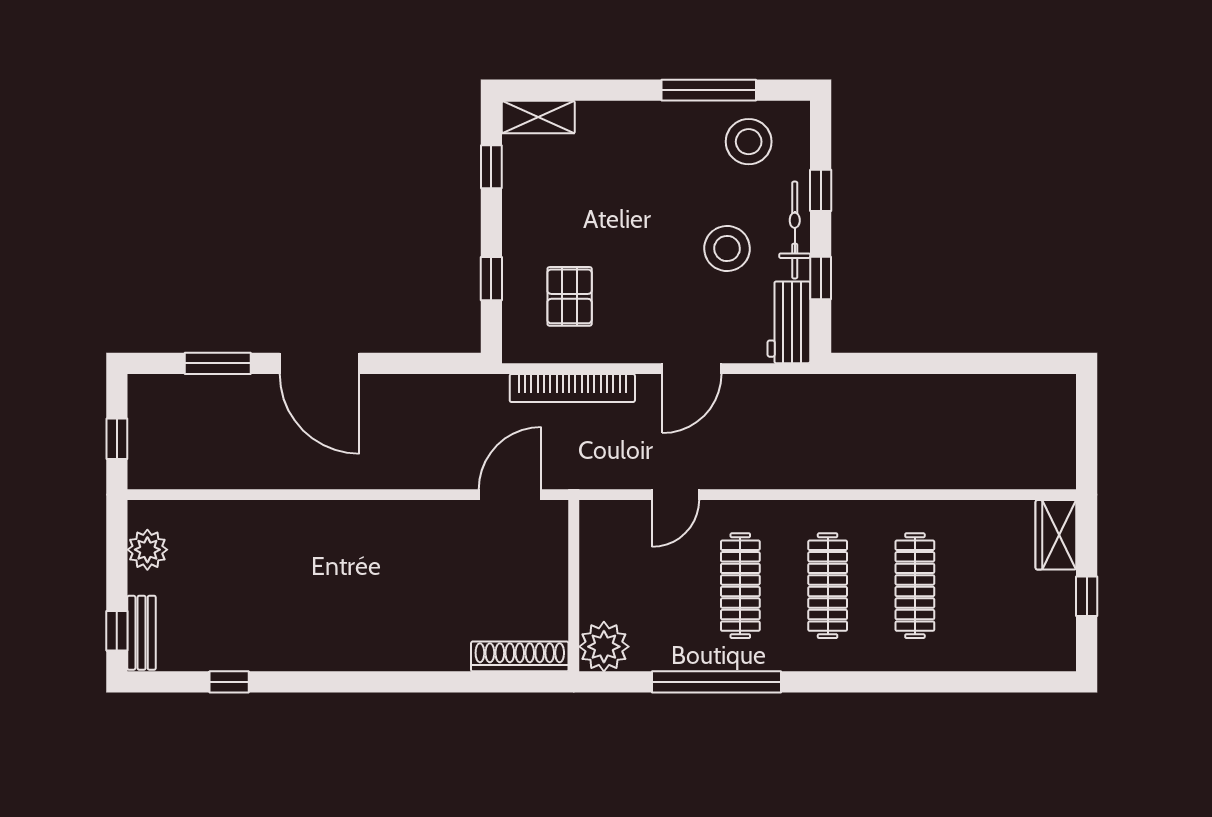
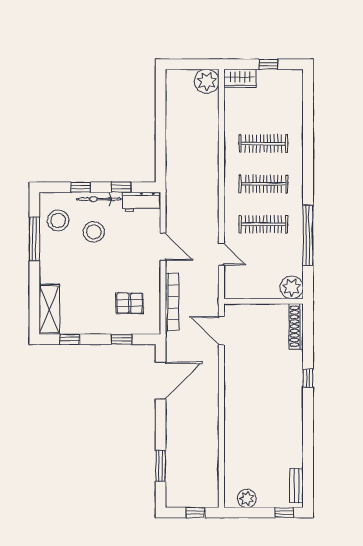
shelving: (538, 117) -> (49, 309), width x1.50, depth x1.33
stool: (727, 249) -> (94, 232), moved
door: (319, 363) -> (161, 380), moved
plant: (1050, 463) -> (207, 81), added
bench: (142, 633) -> (297, 486), moved, turned 90
window: (229, 682) -> (308, 378), moved

